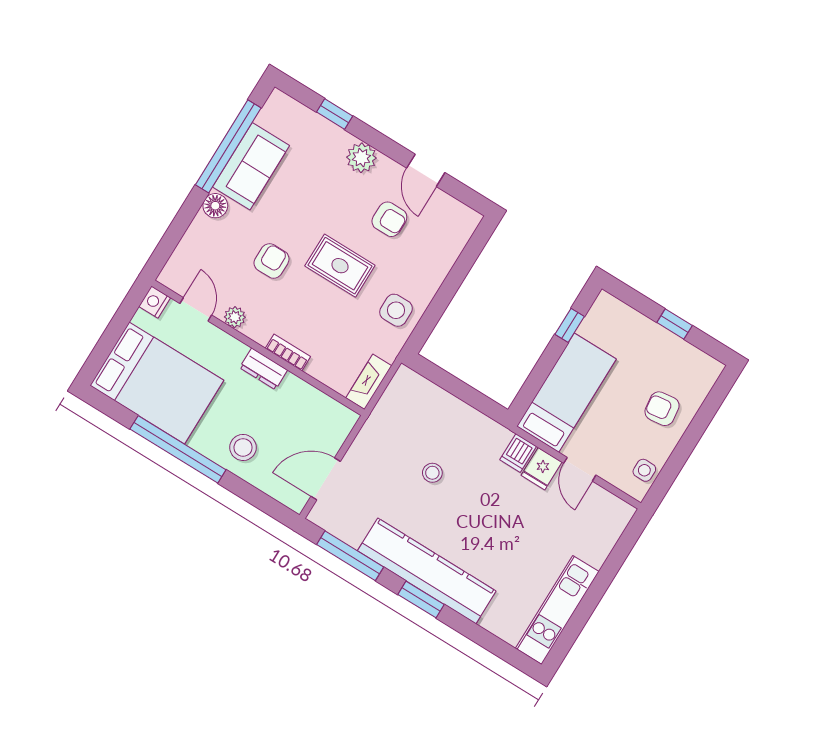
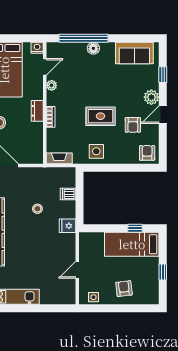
window: (228, 146) -> (84, 38), moved
sofa: (251, 166) -> (134, 53), moved
door: (426, 170) -> (163, 115), moved
armchair: (272, 261) -> (147, 153), moved, turned -90
rug: (340, 266) -> (100, 116), turned 90
bed: (566, 393) -> (132, 244), moved, turned 180
dishwasher: (518, 453) -> (68, 194), moved
fridge: (542, 469) -> (67, 226), moved

